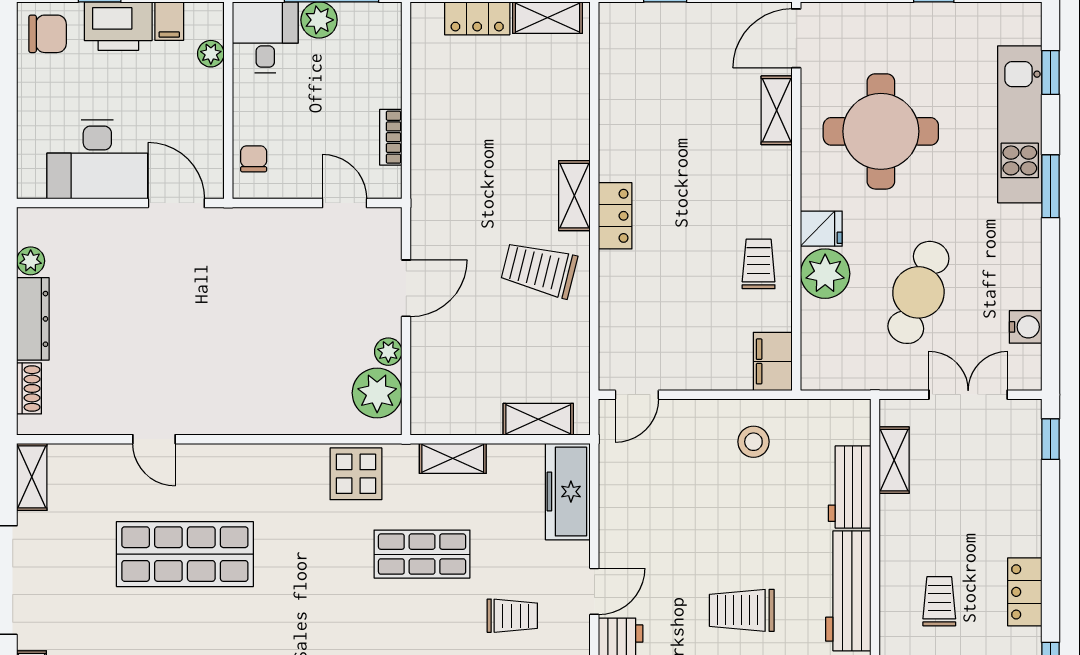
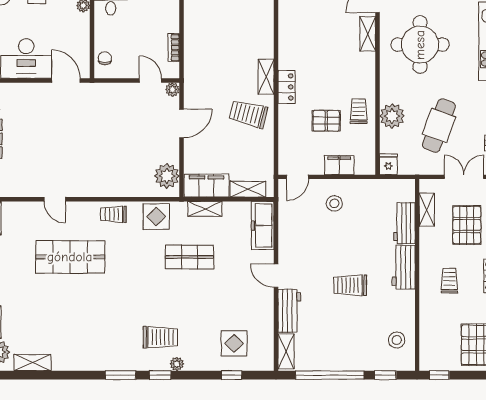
fridge: (821, 229) -> (388, 164), moved, turned -90
pallet: (694, 283) -> (326, 121), added
plant: (388, 352) -> (172, 89), moved
filing cabinet: (773, 361) -> (339, 165), moved, turned 90
filing cabinet: (456, 412) -> (206, 186), added
stool: (753, 442) -> (334, 203), moved
pallet: (974, 491) -> (467, 225), added
door: (594, 591) -> (276, 276), swing flipped
workbench: (848, 591) -> (404, 267), width x0.73
trolley: (512, 616) -> (113, 214), moved, turned 180

